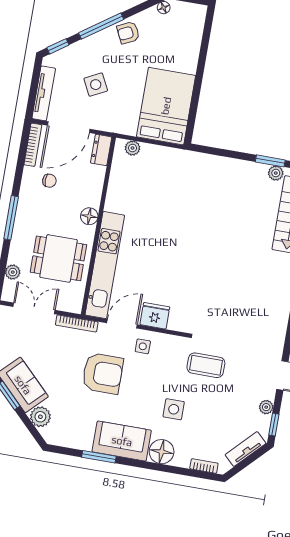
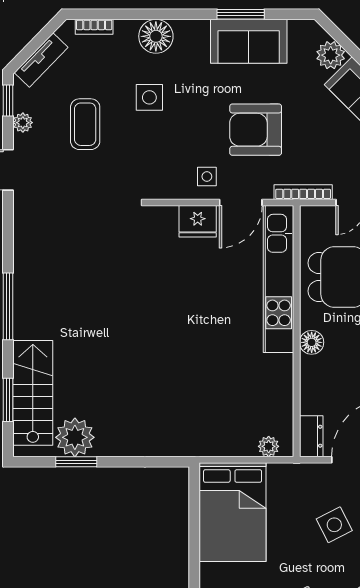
plant: (276, 173) -> (75, 437), width x1.87, depth x1.87
coffee table: (206, 365) -> (85, 124), moved, turned 90
sofa: (122, 441) -> (249, 41), moved

